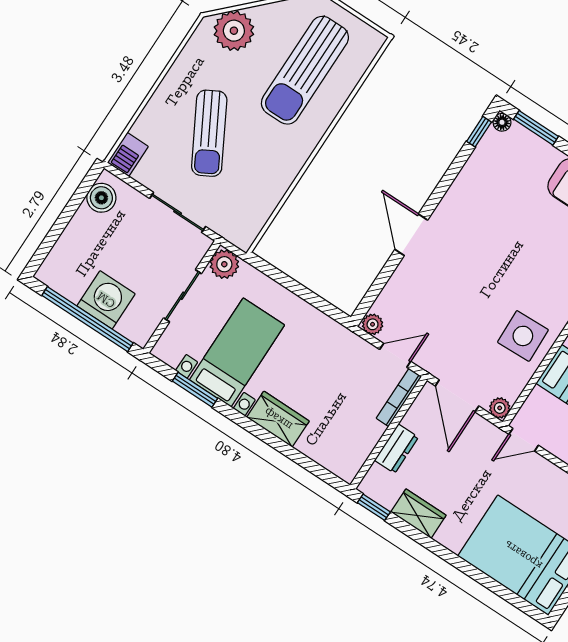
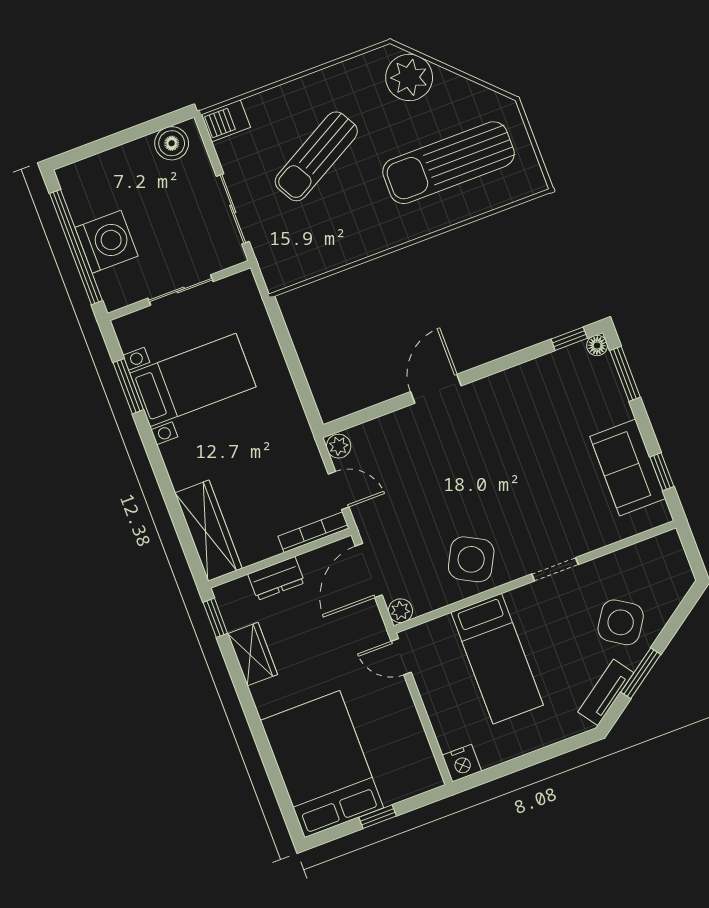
plant: (224, 264) -> (241, 289), removed
side table: (523, 336) -> (471, 559), turned 30
wardrobe: (278, 419) -> (208, 531), moved, width x1.50

